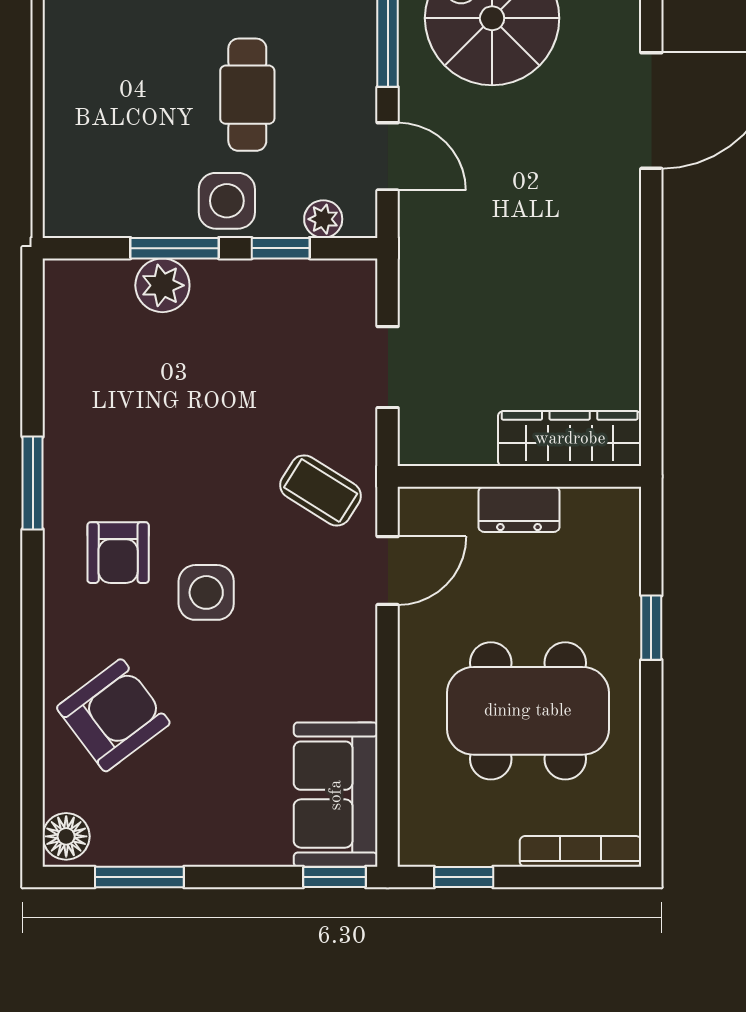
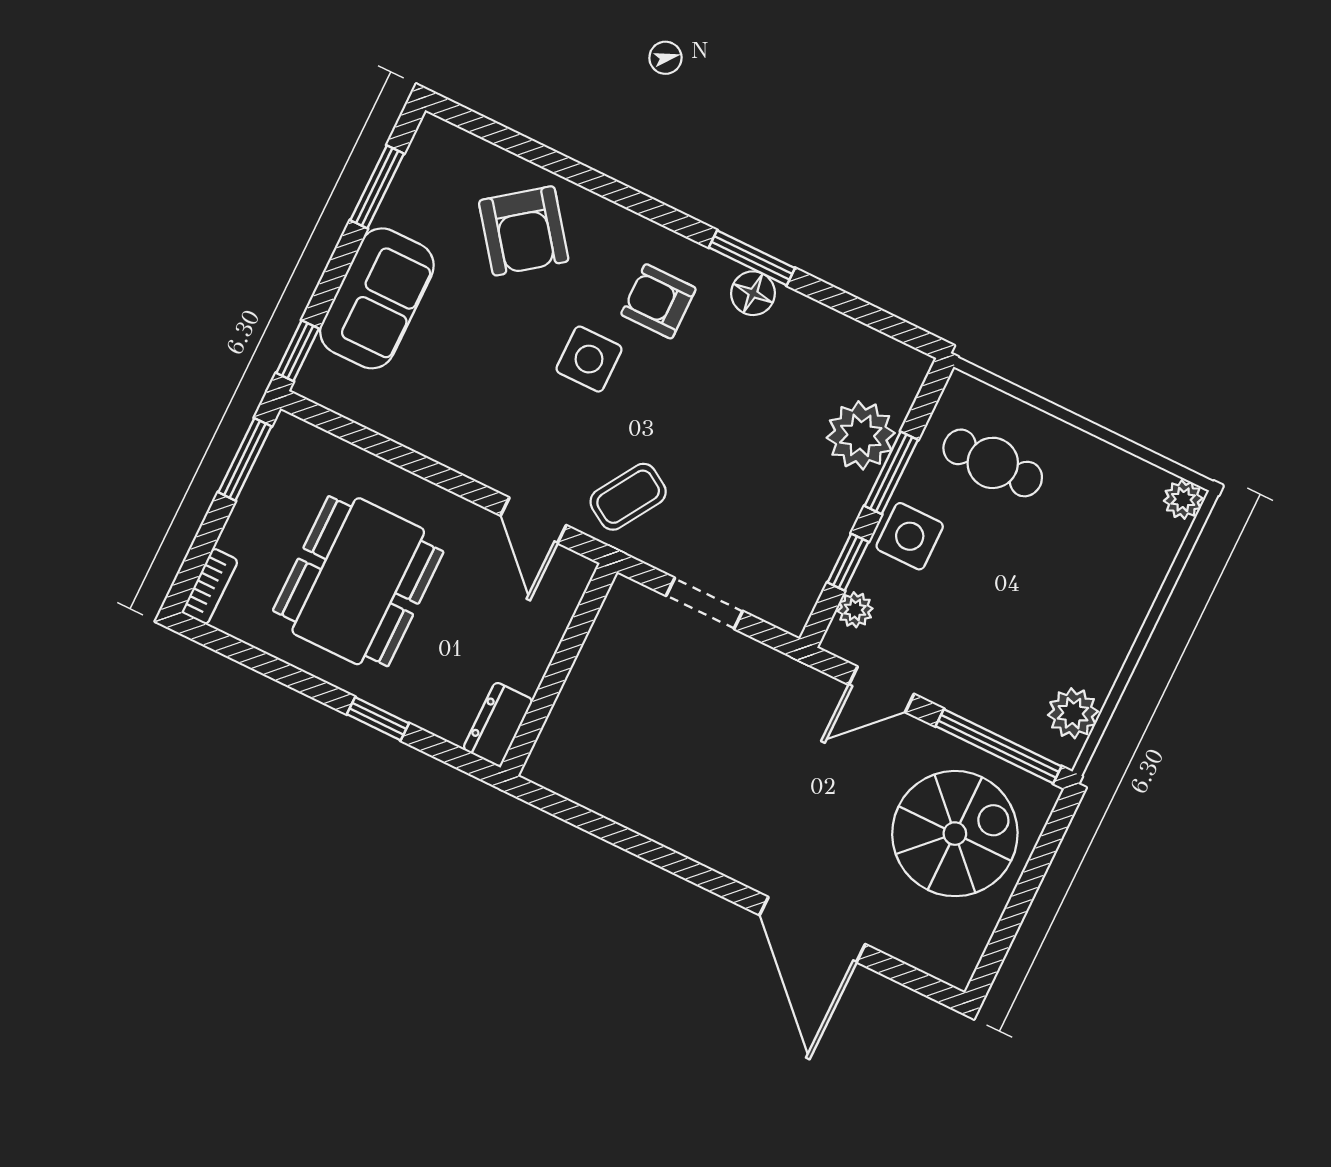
cafe table: (247, 95) -> (993, 463), moved
plant: (162, 285) -> (861, 435), width x1.36, depth x1.36
wardrobe: (570, 439) -> (570, 727), removed
dresser: (519, 509) -> (498, 724), moved
sofa: (336, 795) -> (377, 298), moved, turned 90
floor lamp: (66, 836) -> (753, 293), moved
bookcase: (581, 851) -> (210, 586), width x0.64
window: (464, 877) -> (245, 459), width x1.50

